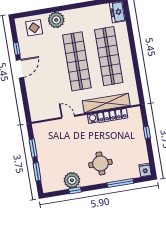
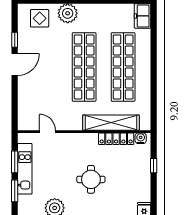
door: (68, 117) -> (47, 132), moved
water cooler: (93, 118) -> (141, 138), moved
kitchen unit: (42, 152) -> (25, 169), added
round table: (100, 163) -> (91, 179), moved

